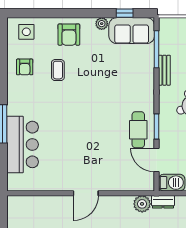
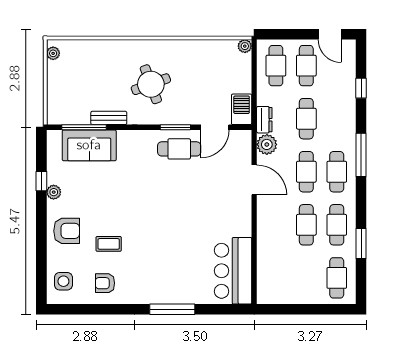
window: (125, 13) -> (41, 181), moved
sofa: (132, 31) -> (89, 145), moved, turned 90
armchair: (25, 67) -> (105, 283), turned 180
bar counter: (23, 144) -> (233, 271), moved, turned -90
door: (86, 193) -> (254, 180), moved

